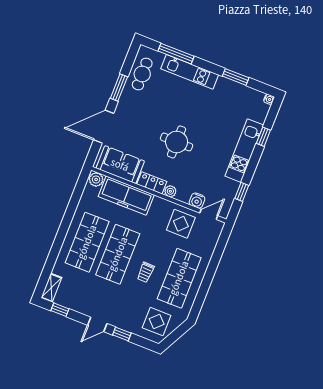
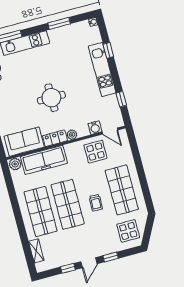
door: (209, 214) -> (110, 131), swing flipped
shelving: (51, 288) -> (36, 251), moved
window: (60, 310) -> (68, 268), moved

